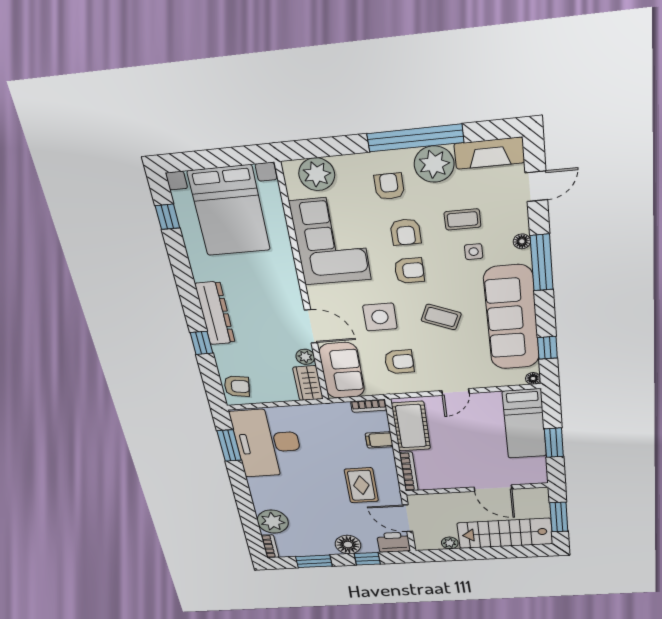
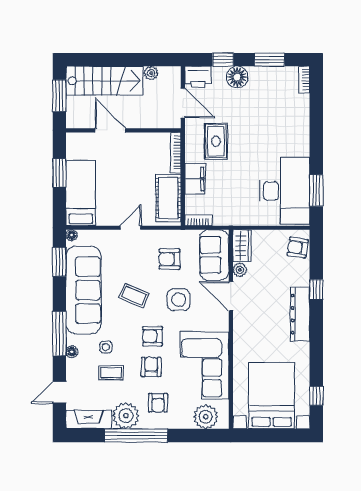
window: (547, 348) -> (59, 262), width x1.50
filing cabinet: (379, 440) -> (195, 179), width x2.00
plant: (273, 522) -> (297, 107), removed

